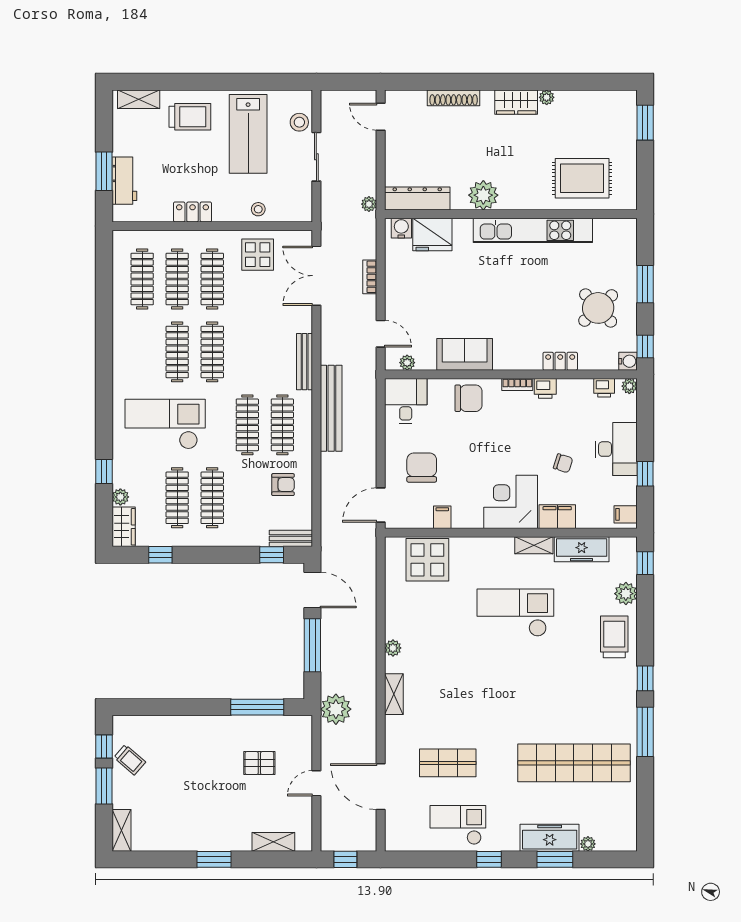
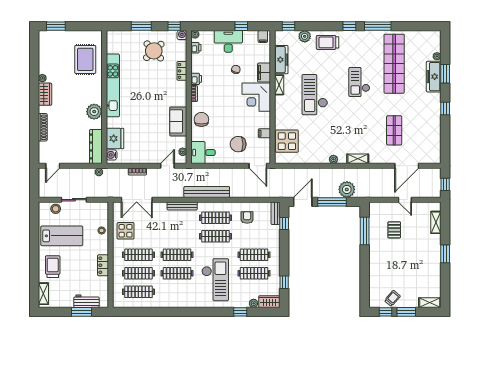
checkout: (165, 424) -> (215, 280), turned 180
plant: (336, 709) -> (347, 189), moved
checkout: (458, 825) -> (359, 82), moved

